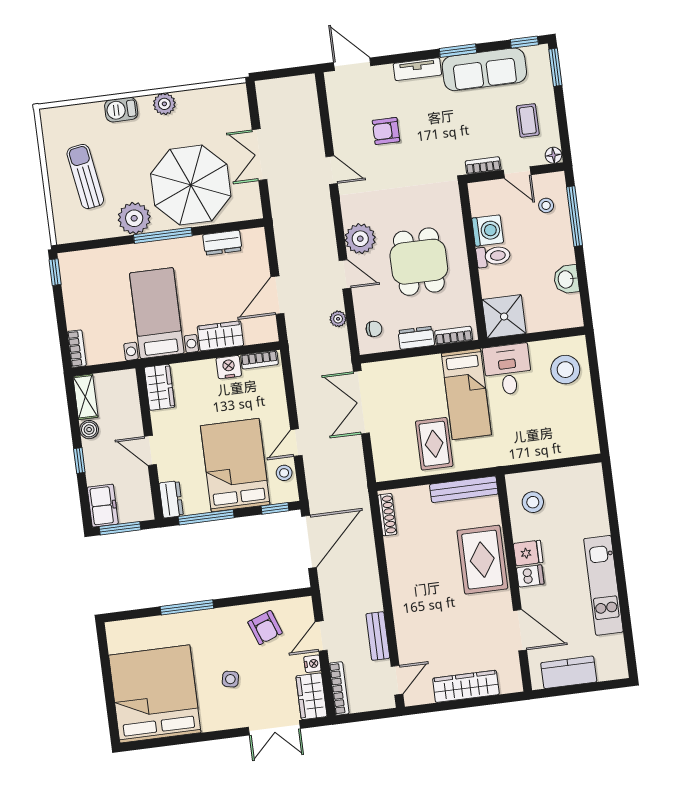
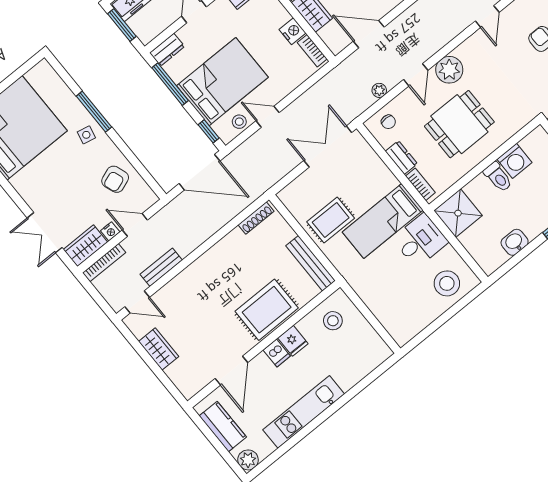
plant: (616, 668) -> (248, 460), added
side table: (230, 679) -> (86, 135), moved
wardrobe: (466, 686) -> (159, 349), width x0.67

